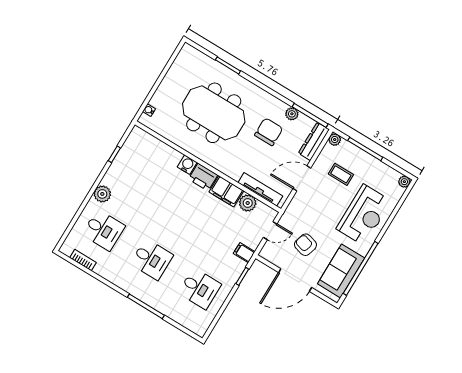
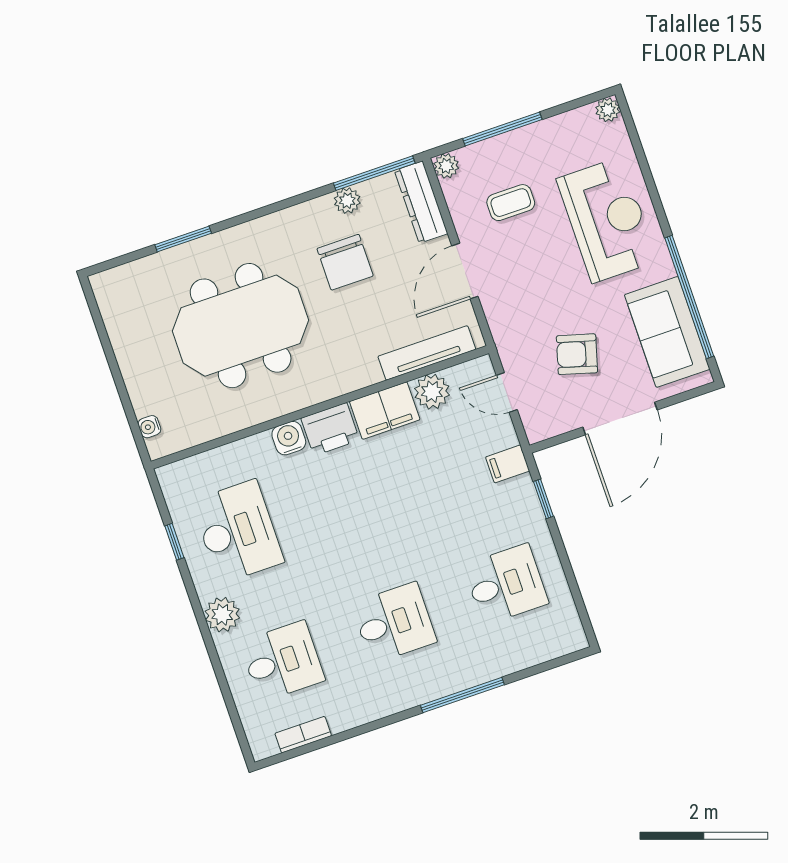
chair: (269, 132) -> (345, 262), turned 180
desk: (137, 174) -> (238, 531), added
door: (270, 231) -> (507, 393), swing flipped

